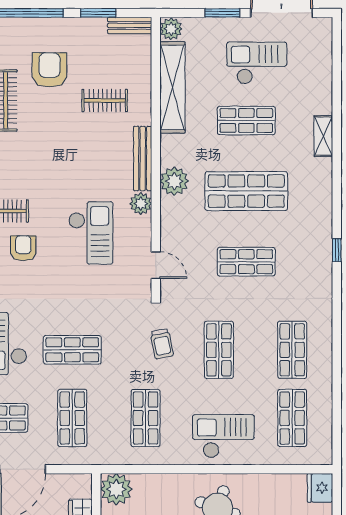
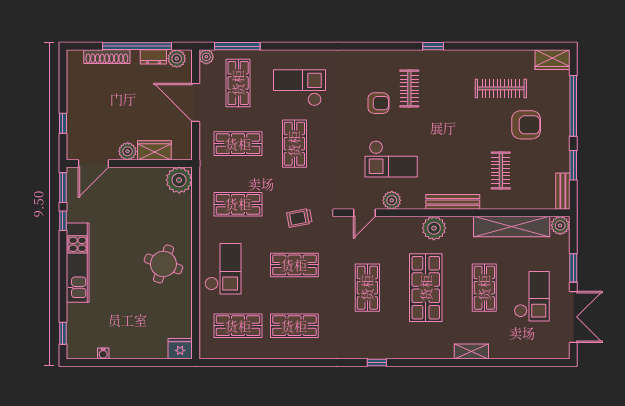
plant: (141, 204) -> (392, 200), moved

